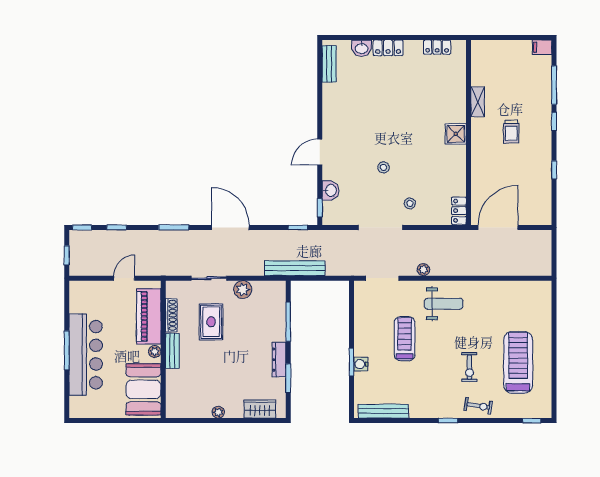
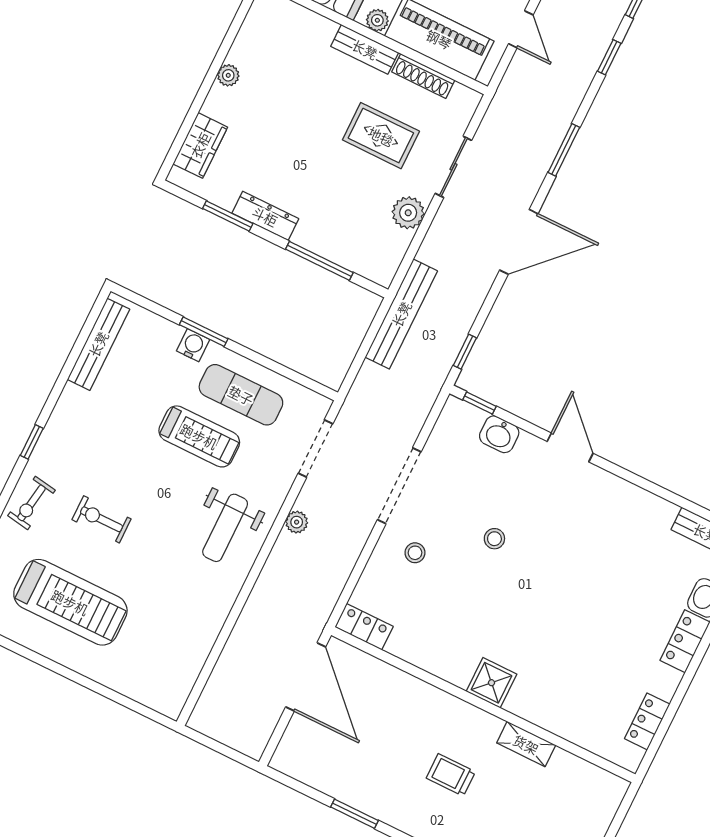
window: (554, 170) -> (355, 814), width x1.50
exercise mat: (374, 328) -> (241, 395), added

